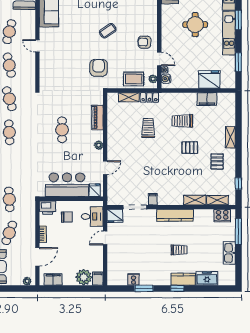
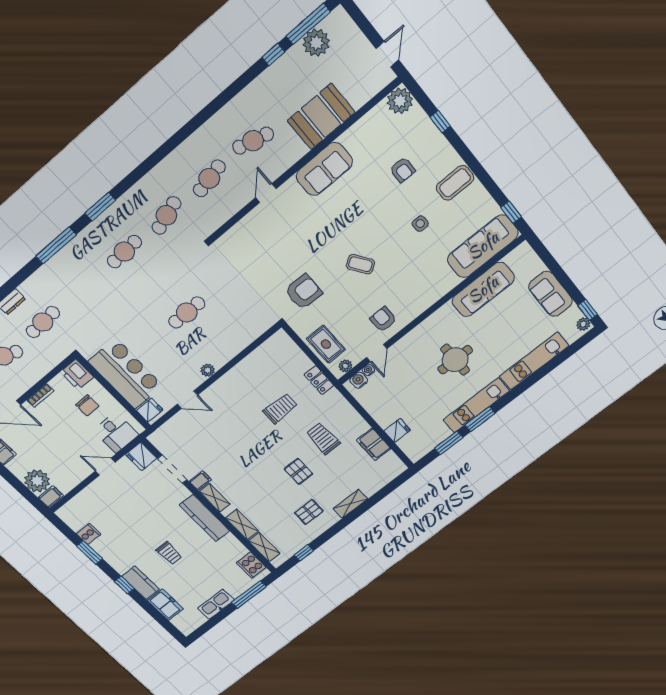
window: (238, 20) -> (480, 419), moved
fridge: (209, 79) -> (397, 430), width x0.53, depth x0.75
shelving: (129, 97) -> (215, 498), moved
piano: (98, 117) -> (240, 341), removed

